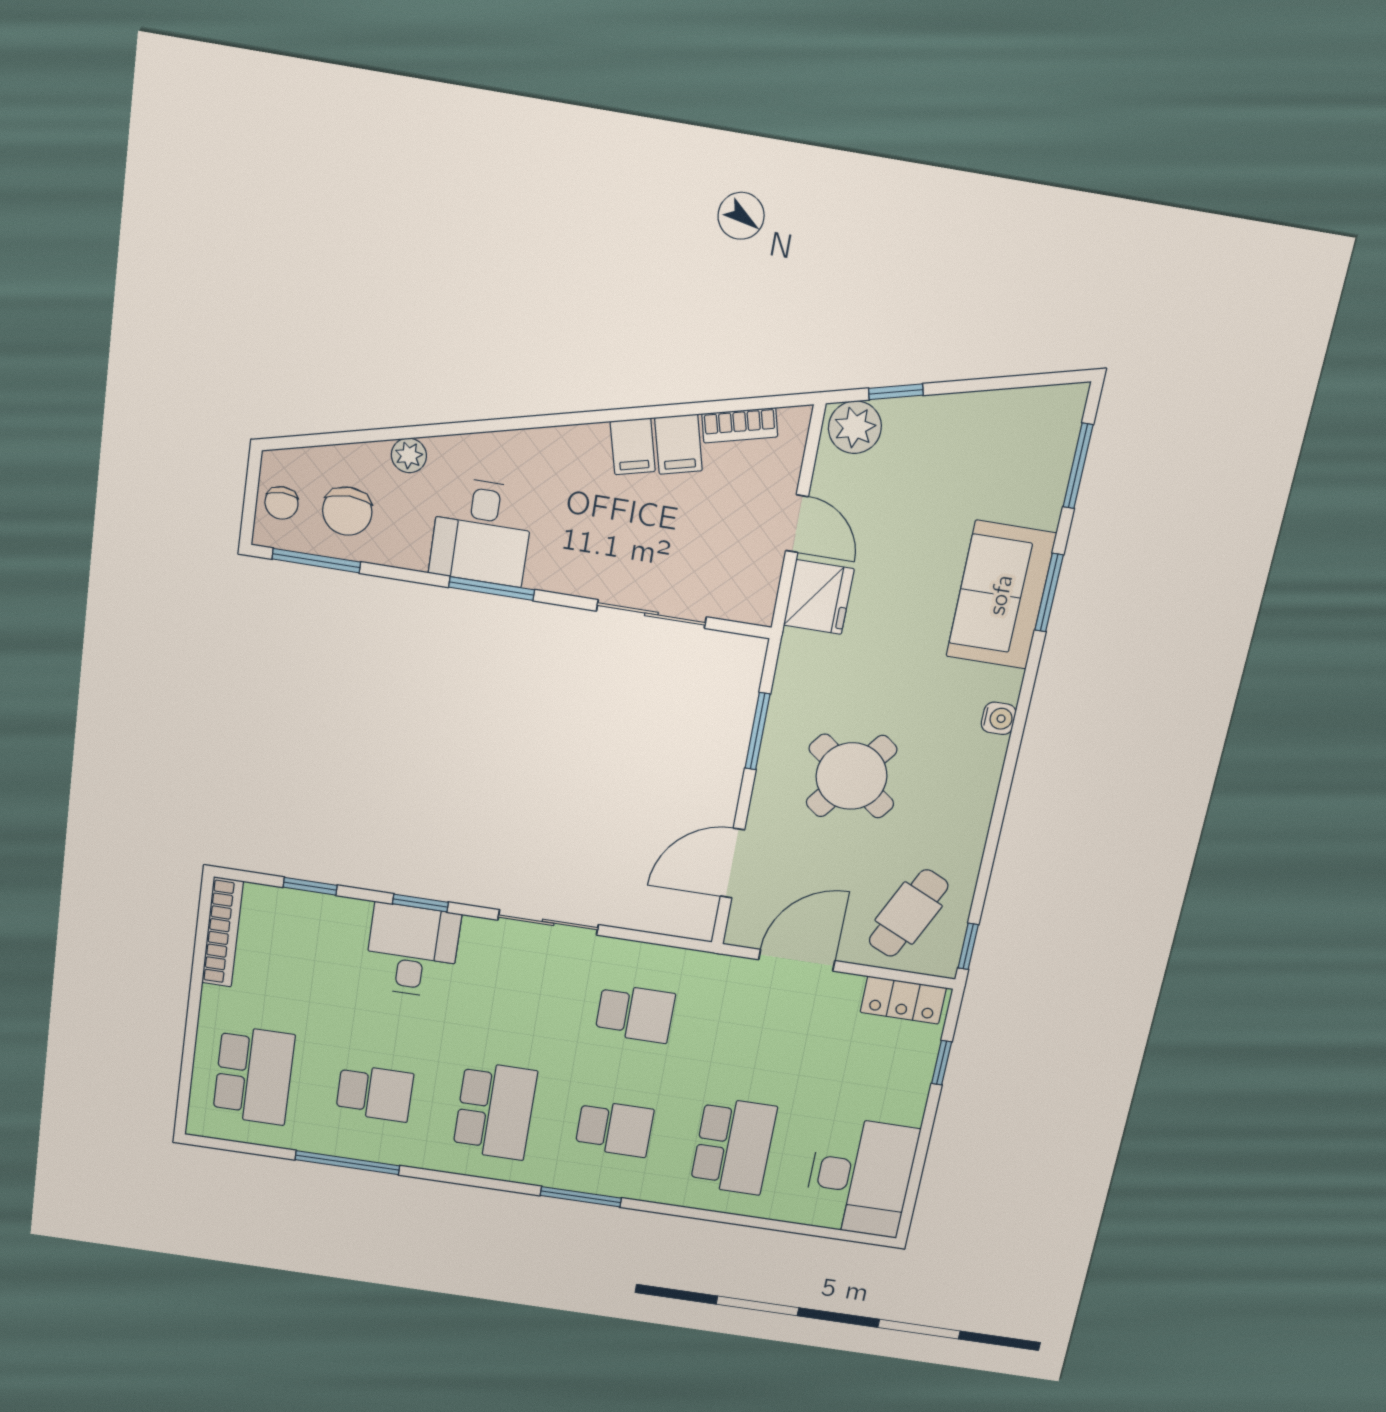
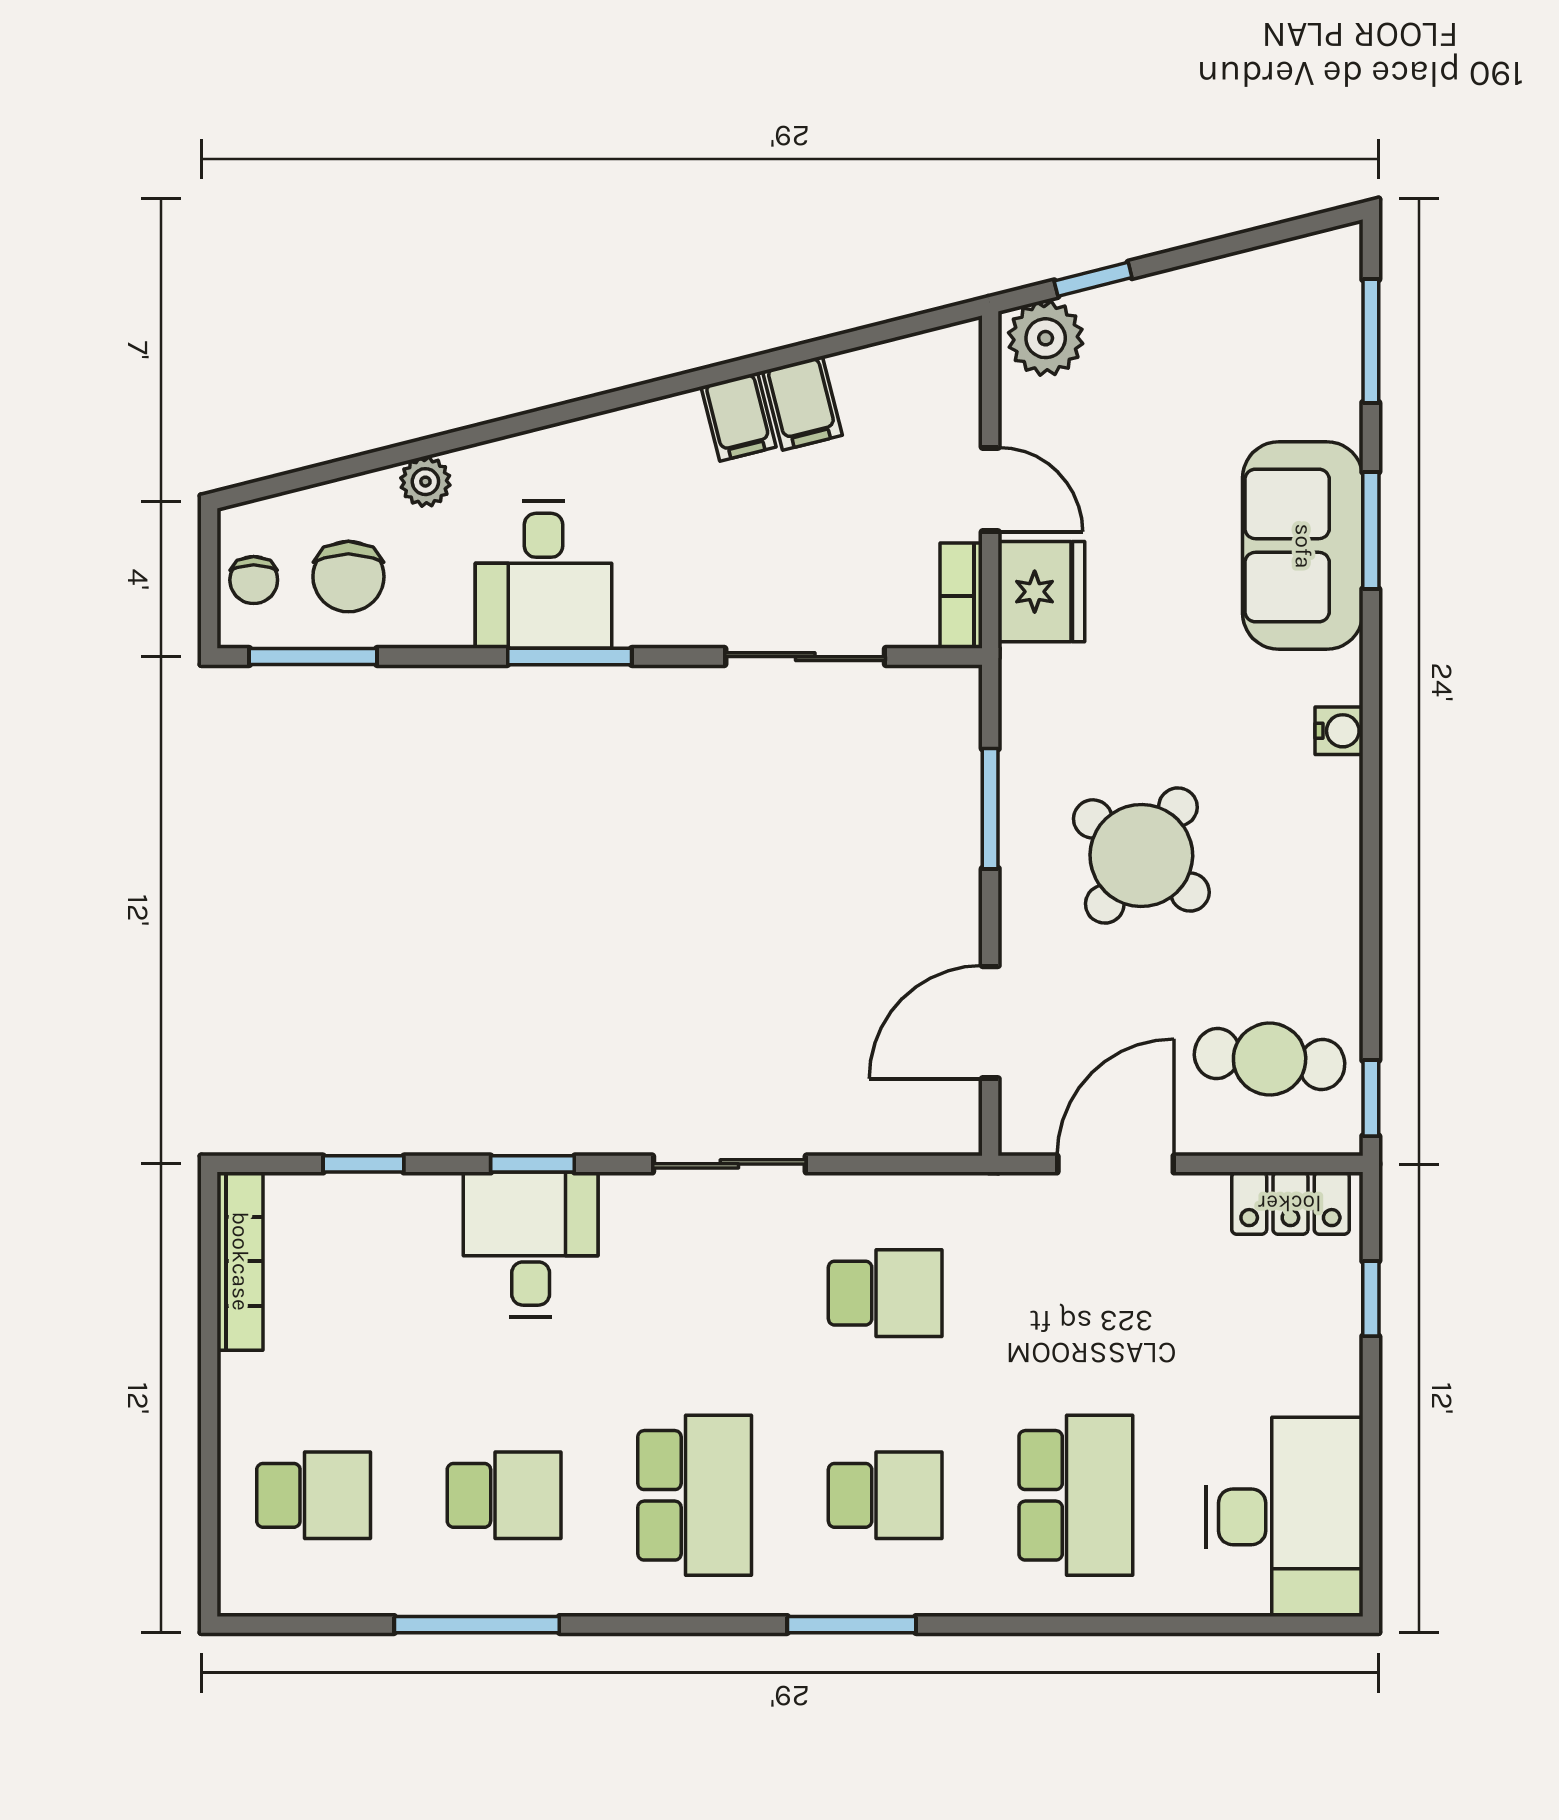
bookcase: (740, 425) -> (961, 596), moved, turned 104
cafe table: (909, 913) -> (1270, 1059), turned 71
school desk: (254, 1075) -> (314, 1495), width x0.54

